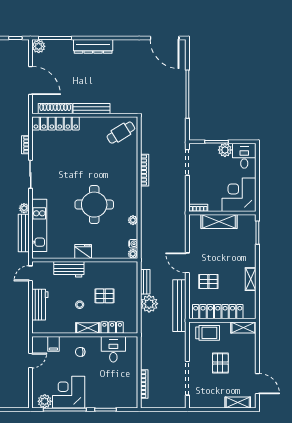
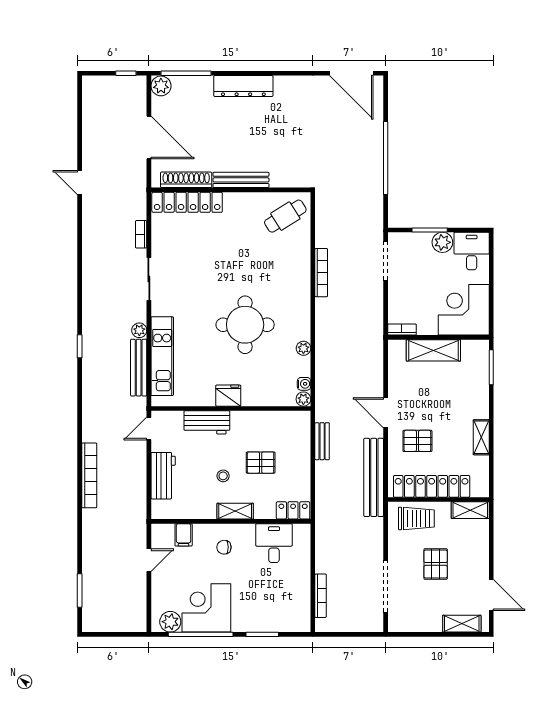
plant: (149, 304) -> (328, 474), removed
locker: (112, 328) -> (293, 510), moved

